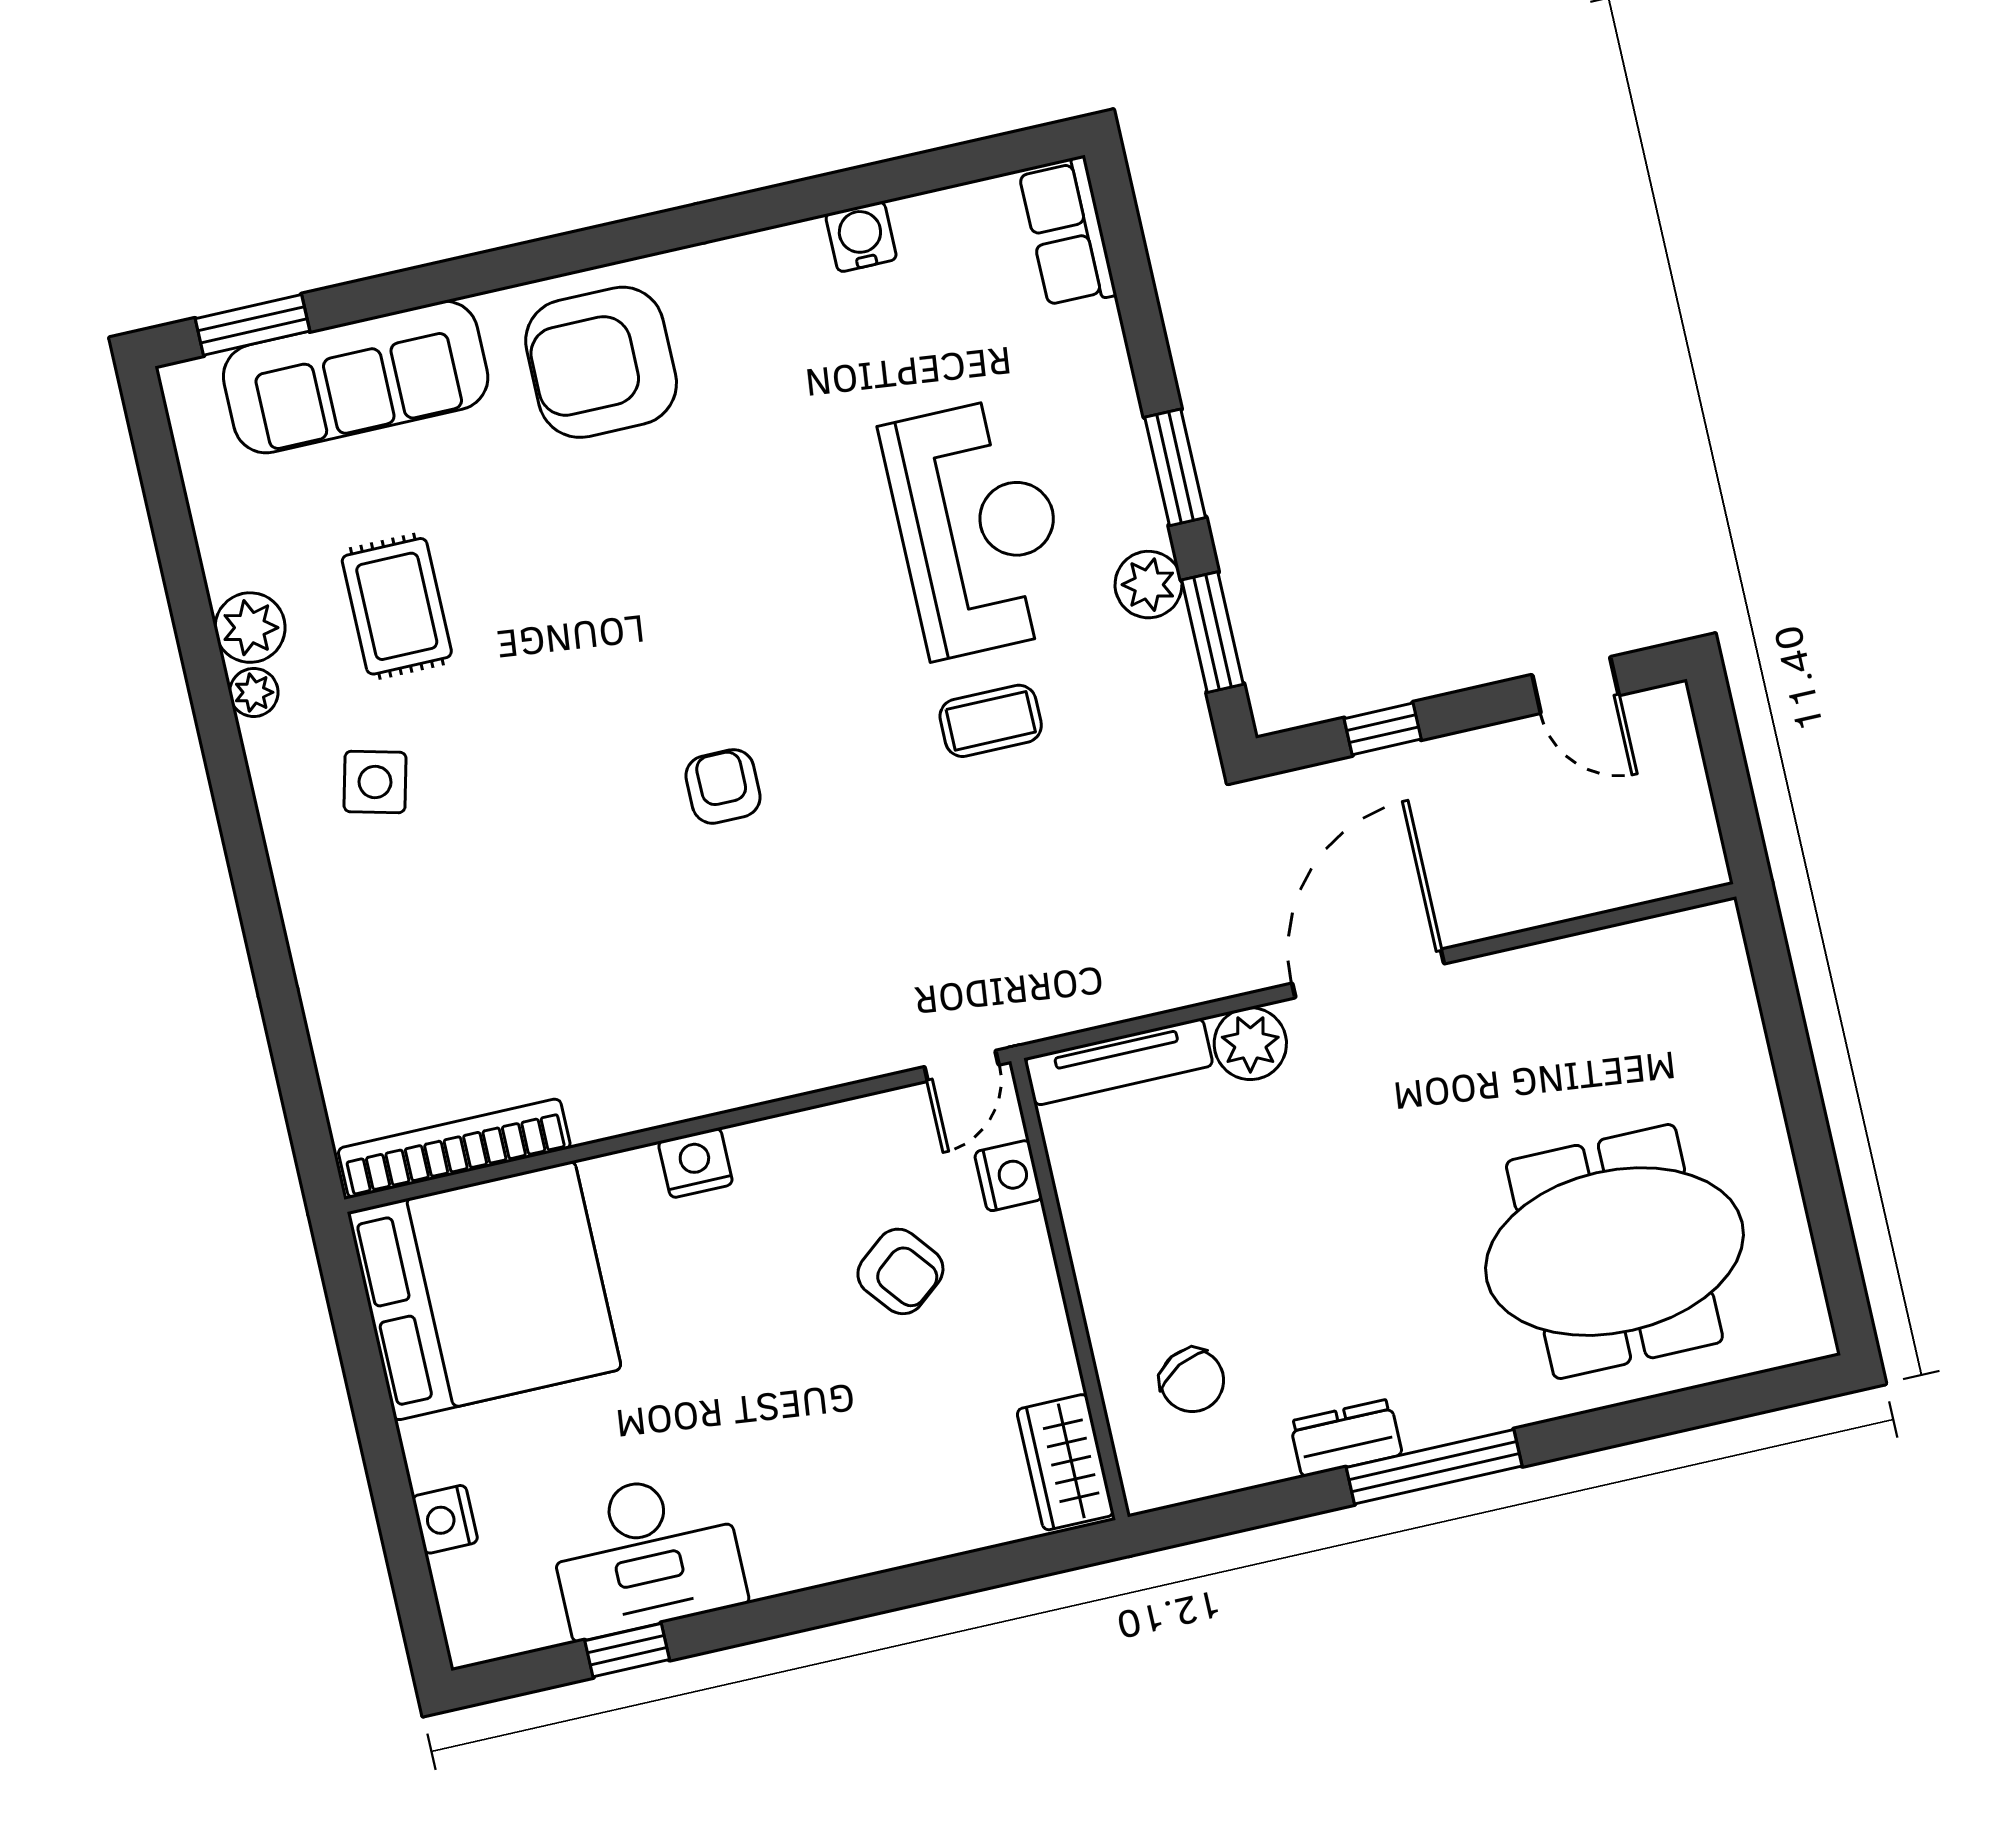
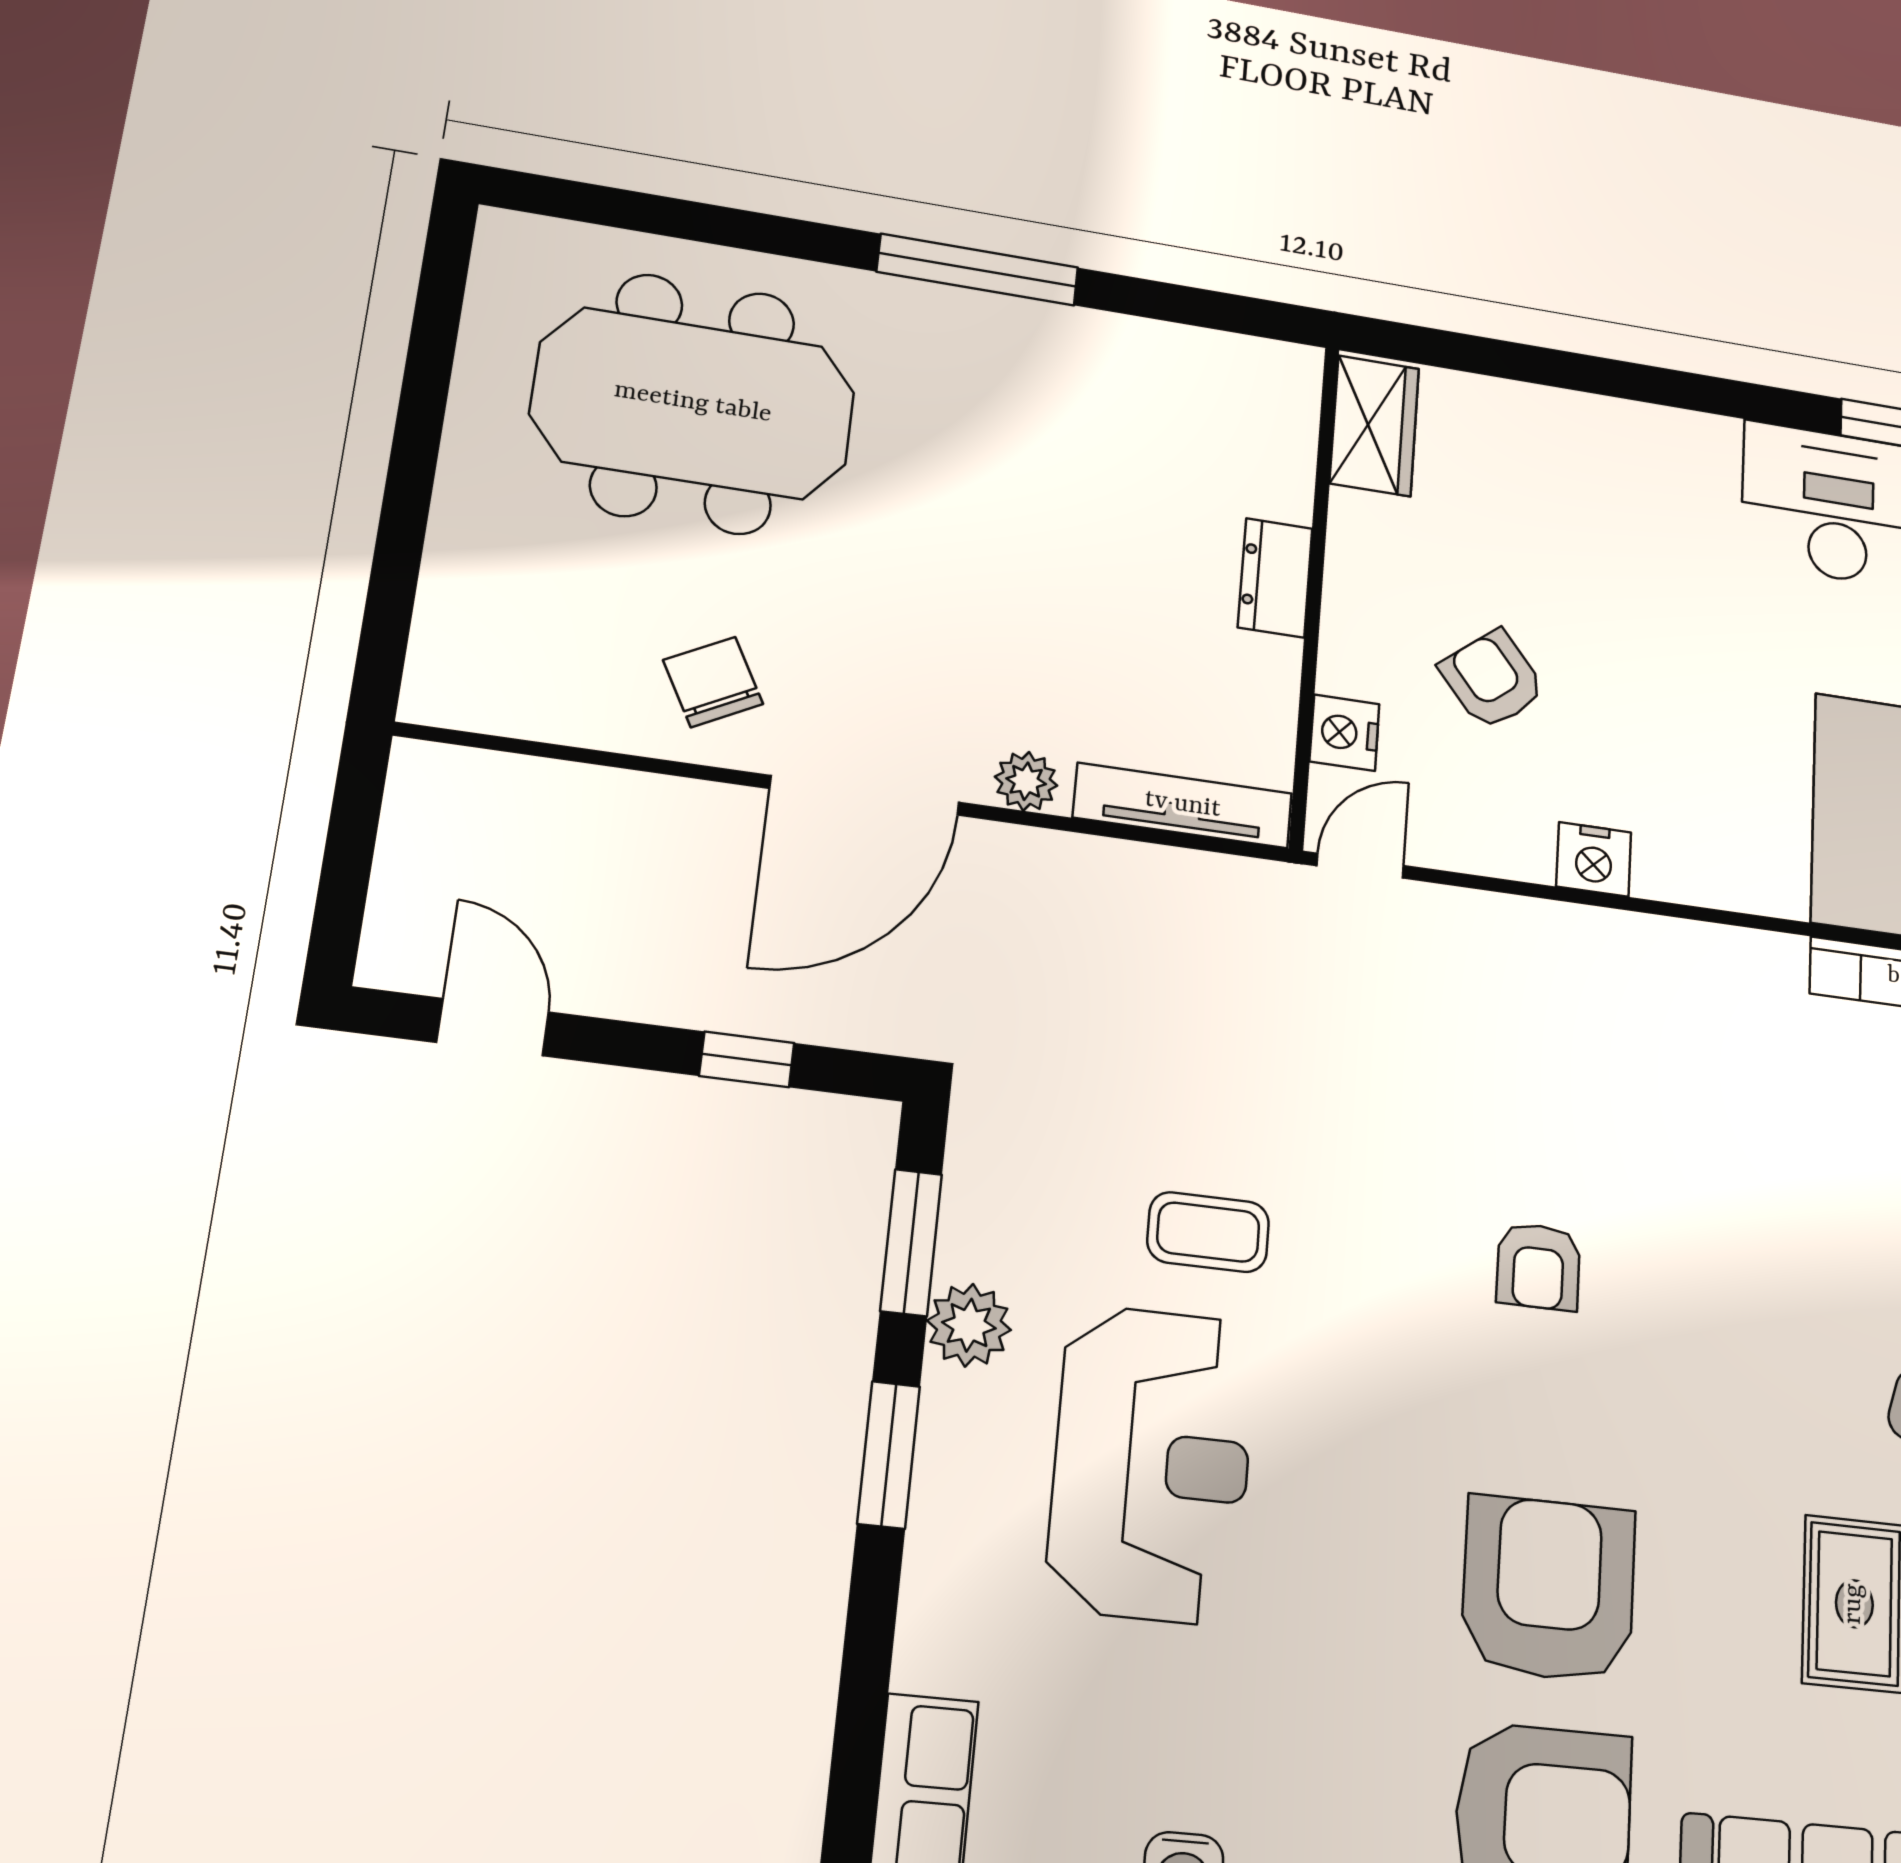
reception desk: (978, 528) -> (1152, 1464), turned 180
armchair: (645, 536) -> (1549, 1589), added
plant: (1250, 1044) -> (1026, 781), width x0.73, depth x0.73
nightstand: (695, 1163) -> (1594, 859), moved
chair: (1192, 1380) -> (713, 682), moved
dresser: (1346, 1438) -> (1275, 578), moved, turned 90

